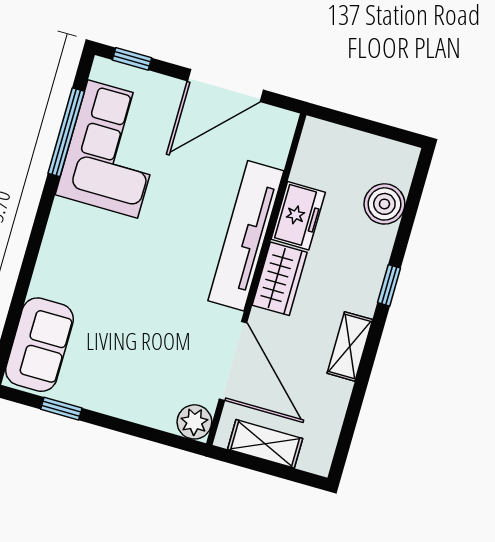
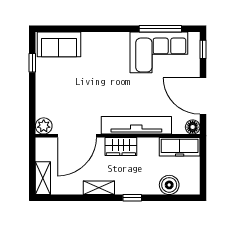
floor lamp: (282, 124) -> (193, 127), added
freezer: (298, 216) -> (180, 147), moved, width x1.40
shelving: (265, 444) -> (43, 178), moved

